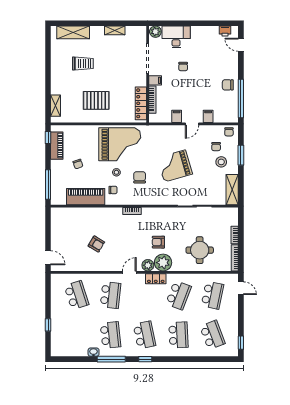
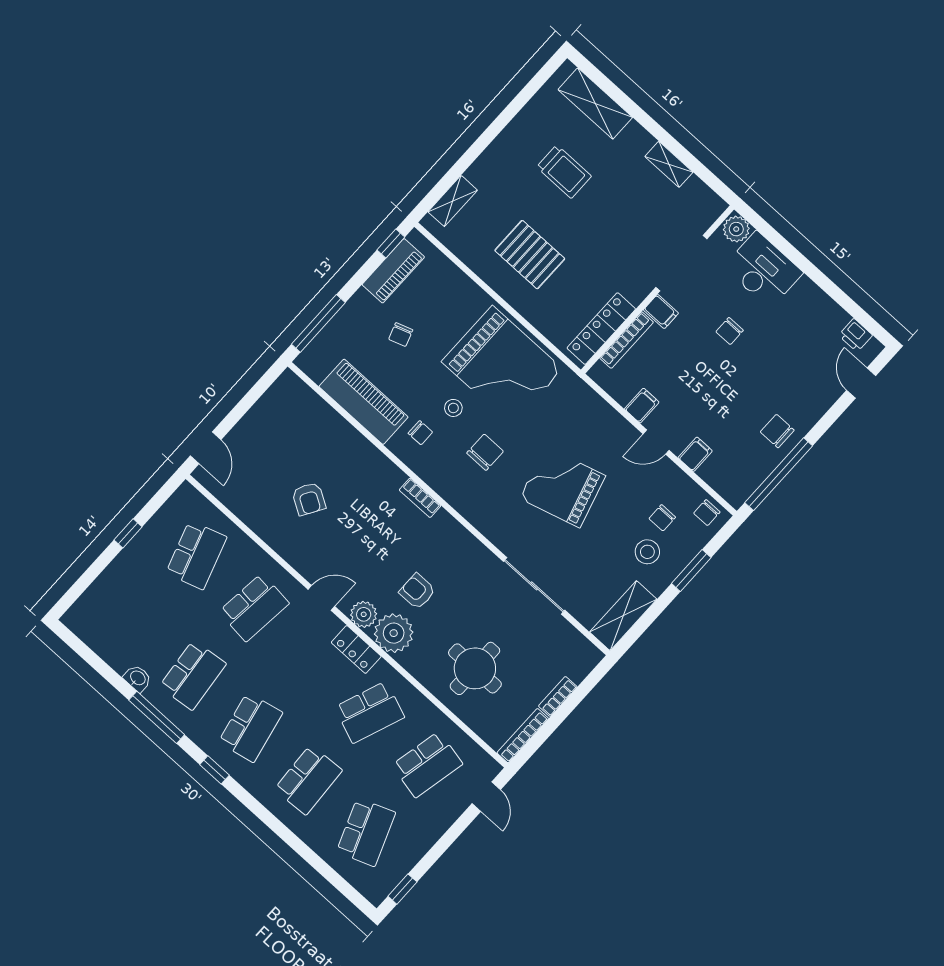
window: (48, 325) -> (128, 533), moved

